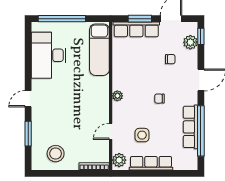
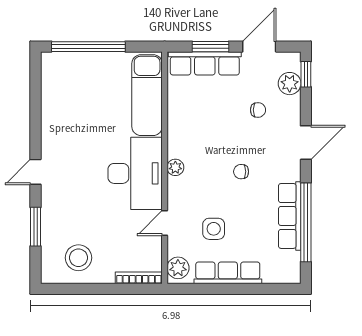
desk: (49, 55) -> (135, 173), moved, turned 180

